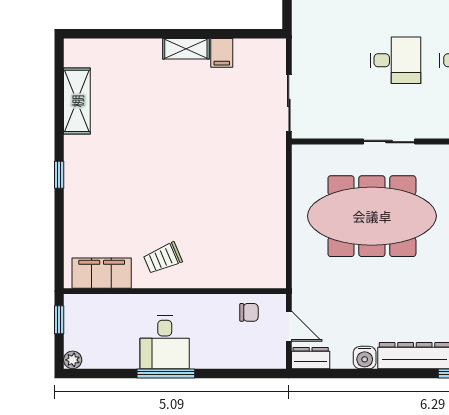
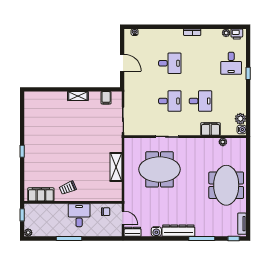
filing cabinet: (222, 53) -> (106, 98), moved
shelving: (77, 101) -> (116, 167), moved
meeting table: (372, 216) -> (160, 169), width x0.73
desk: (165, 342) -> (79, 215), moved, turned 180

